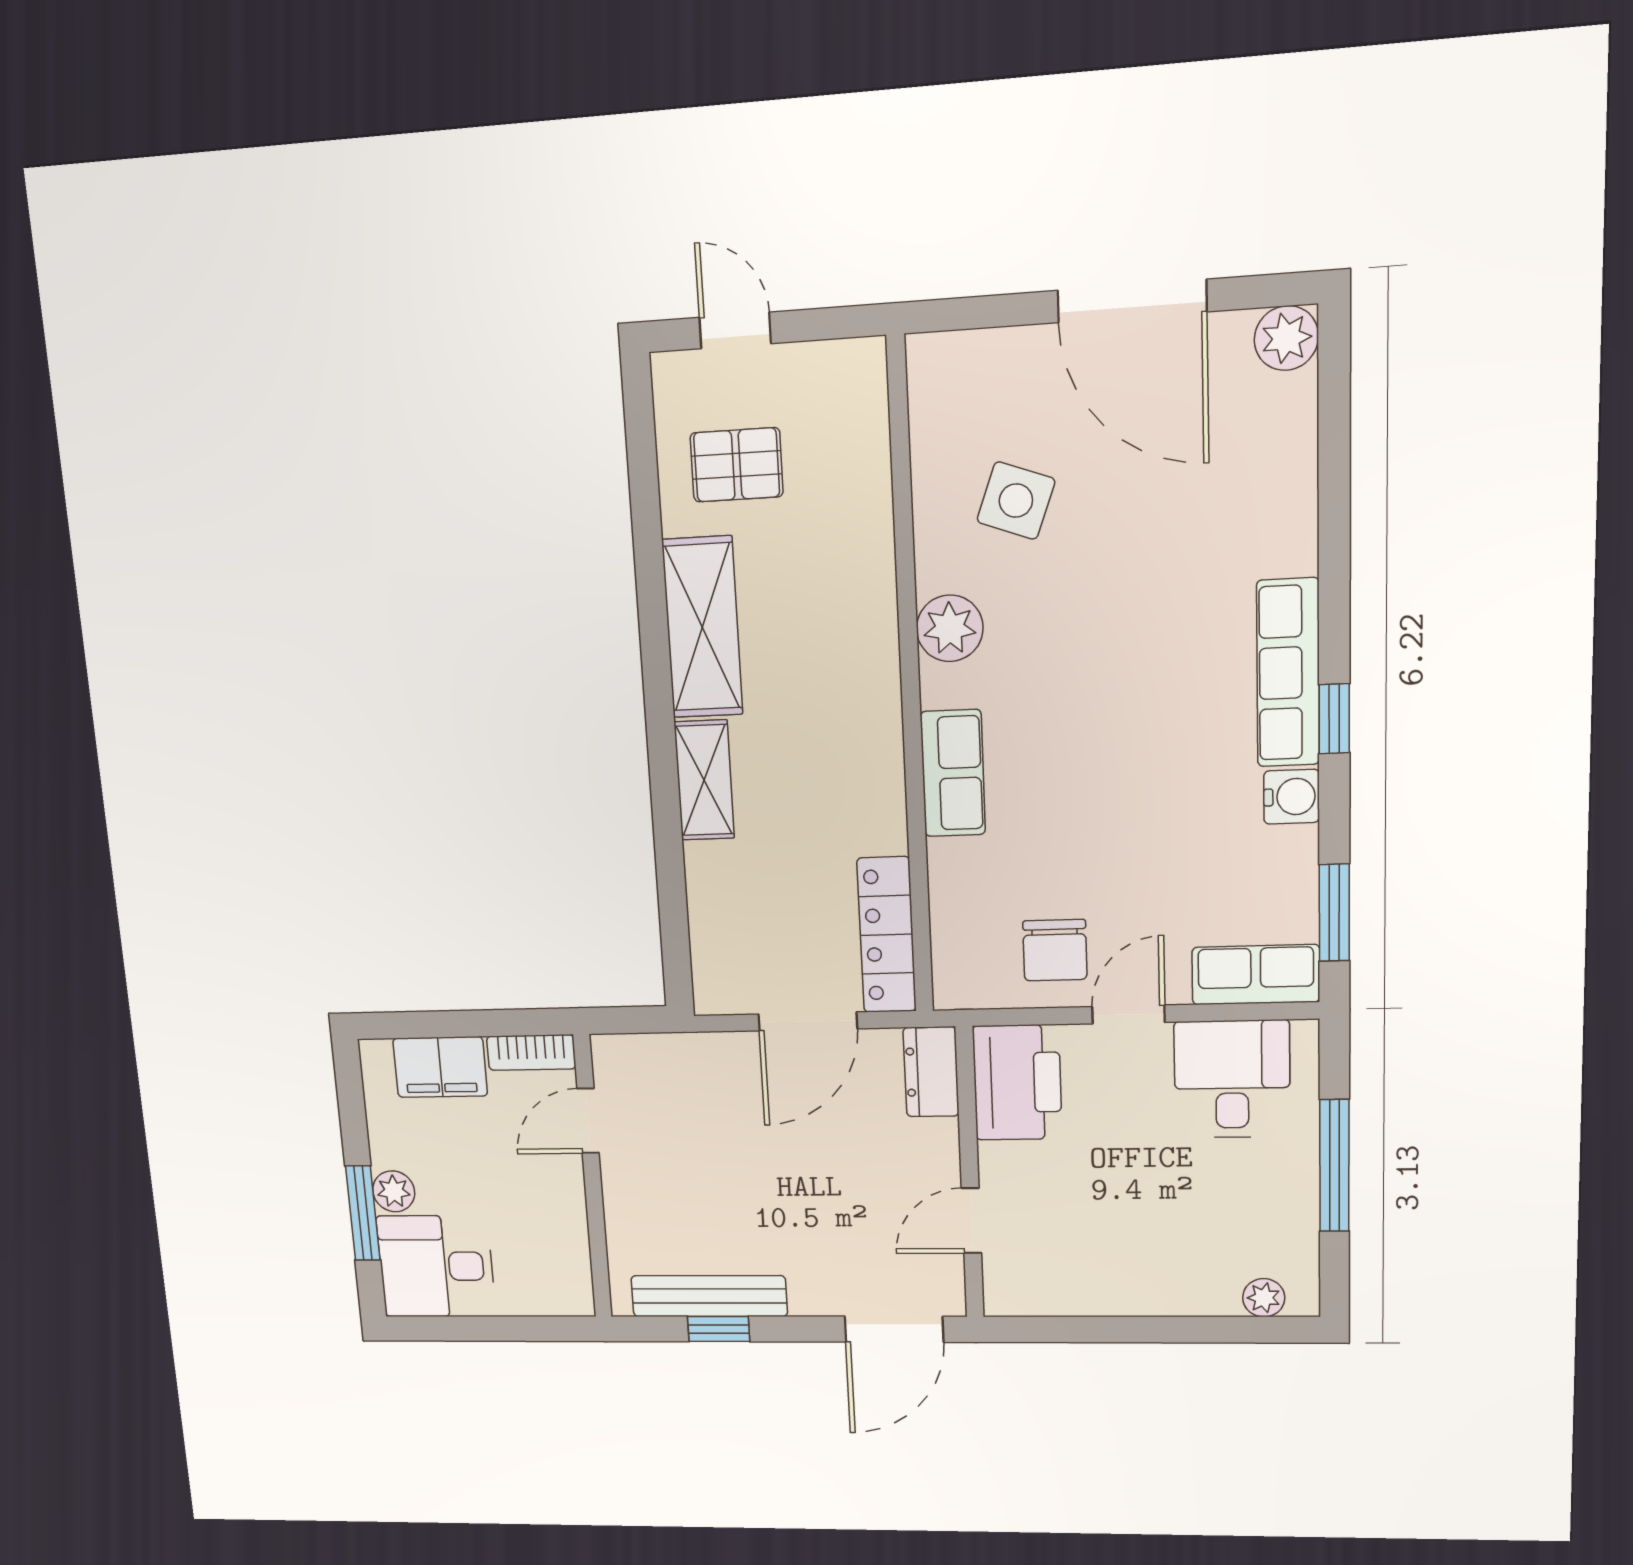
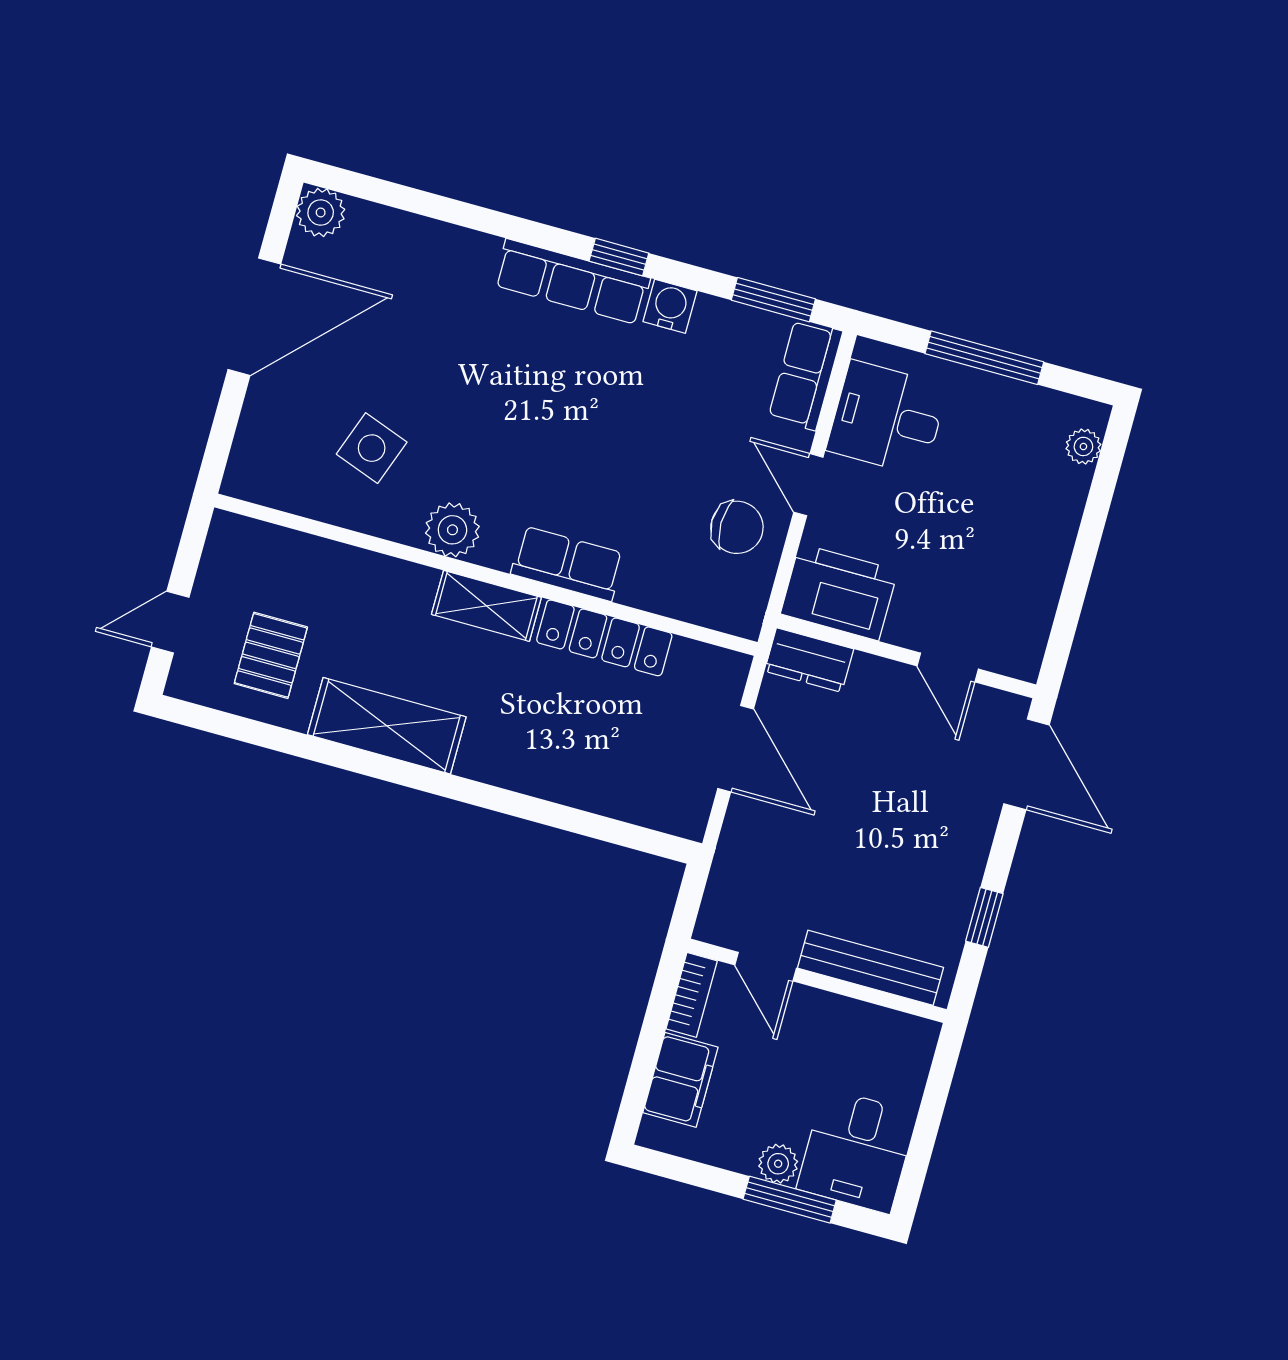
shelving: (704, 780) -> (486, 606), moved
locker: (887, 935) -> (604, 638), moved
bench: (709, 1296) -> (871, 968), moved, turned 90

